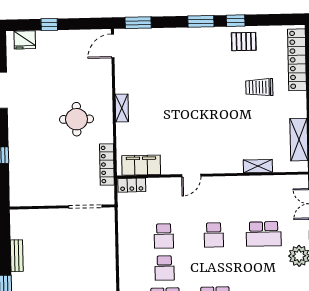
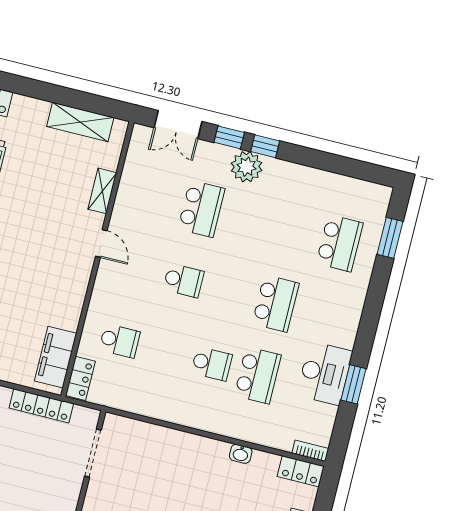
door: (191, 175) -> (101, 243), moved
school desk: (164, 236) -> (120, 341), moved

